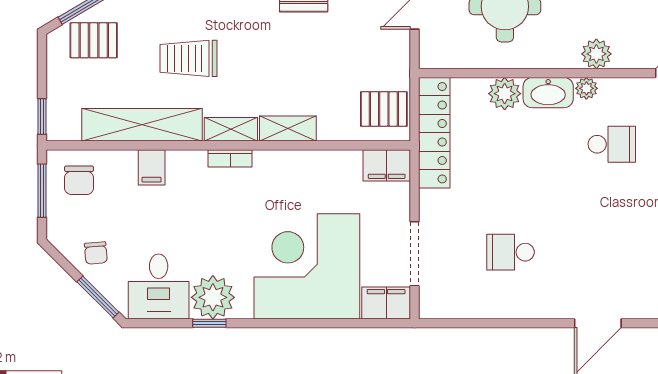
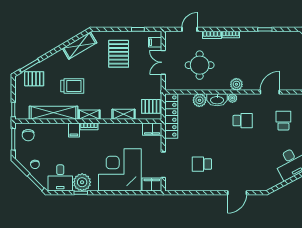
trolley: (189, 58) -> (72, 86), turned 180
shelving: (288, 128) -> (124, 114), moved
filing cabinet: (152, 167) -> (74, 130), moved

